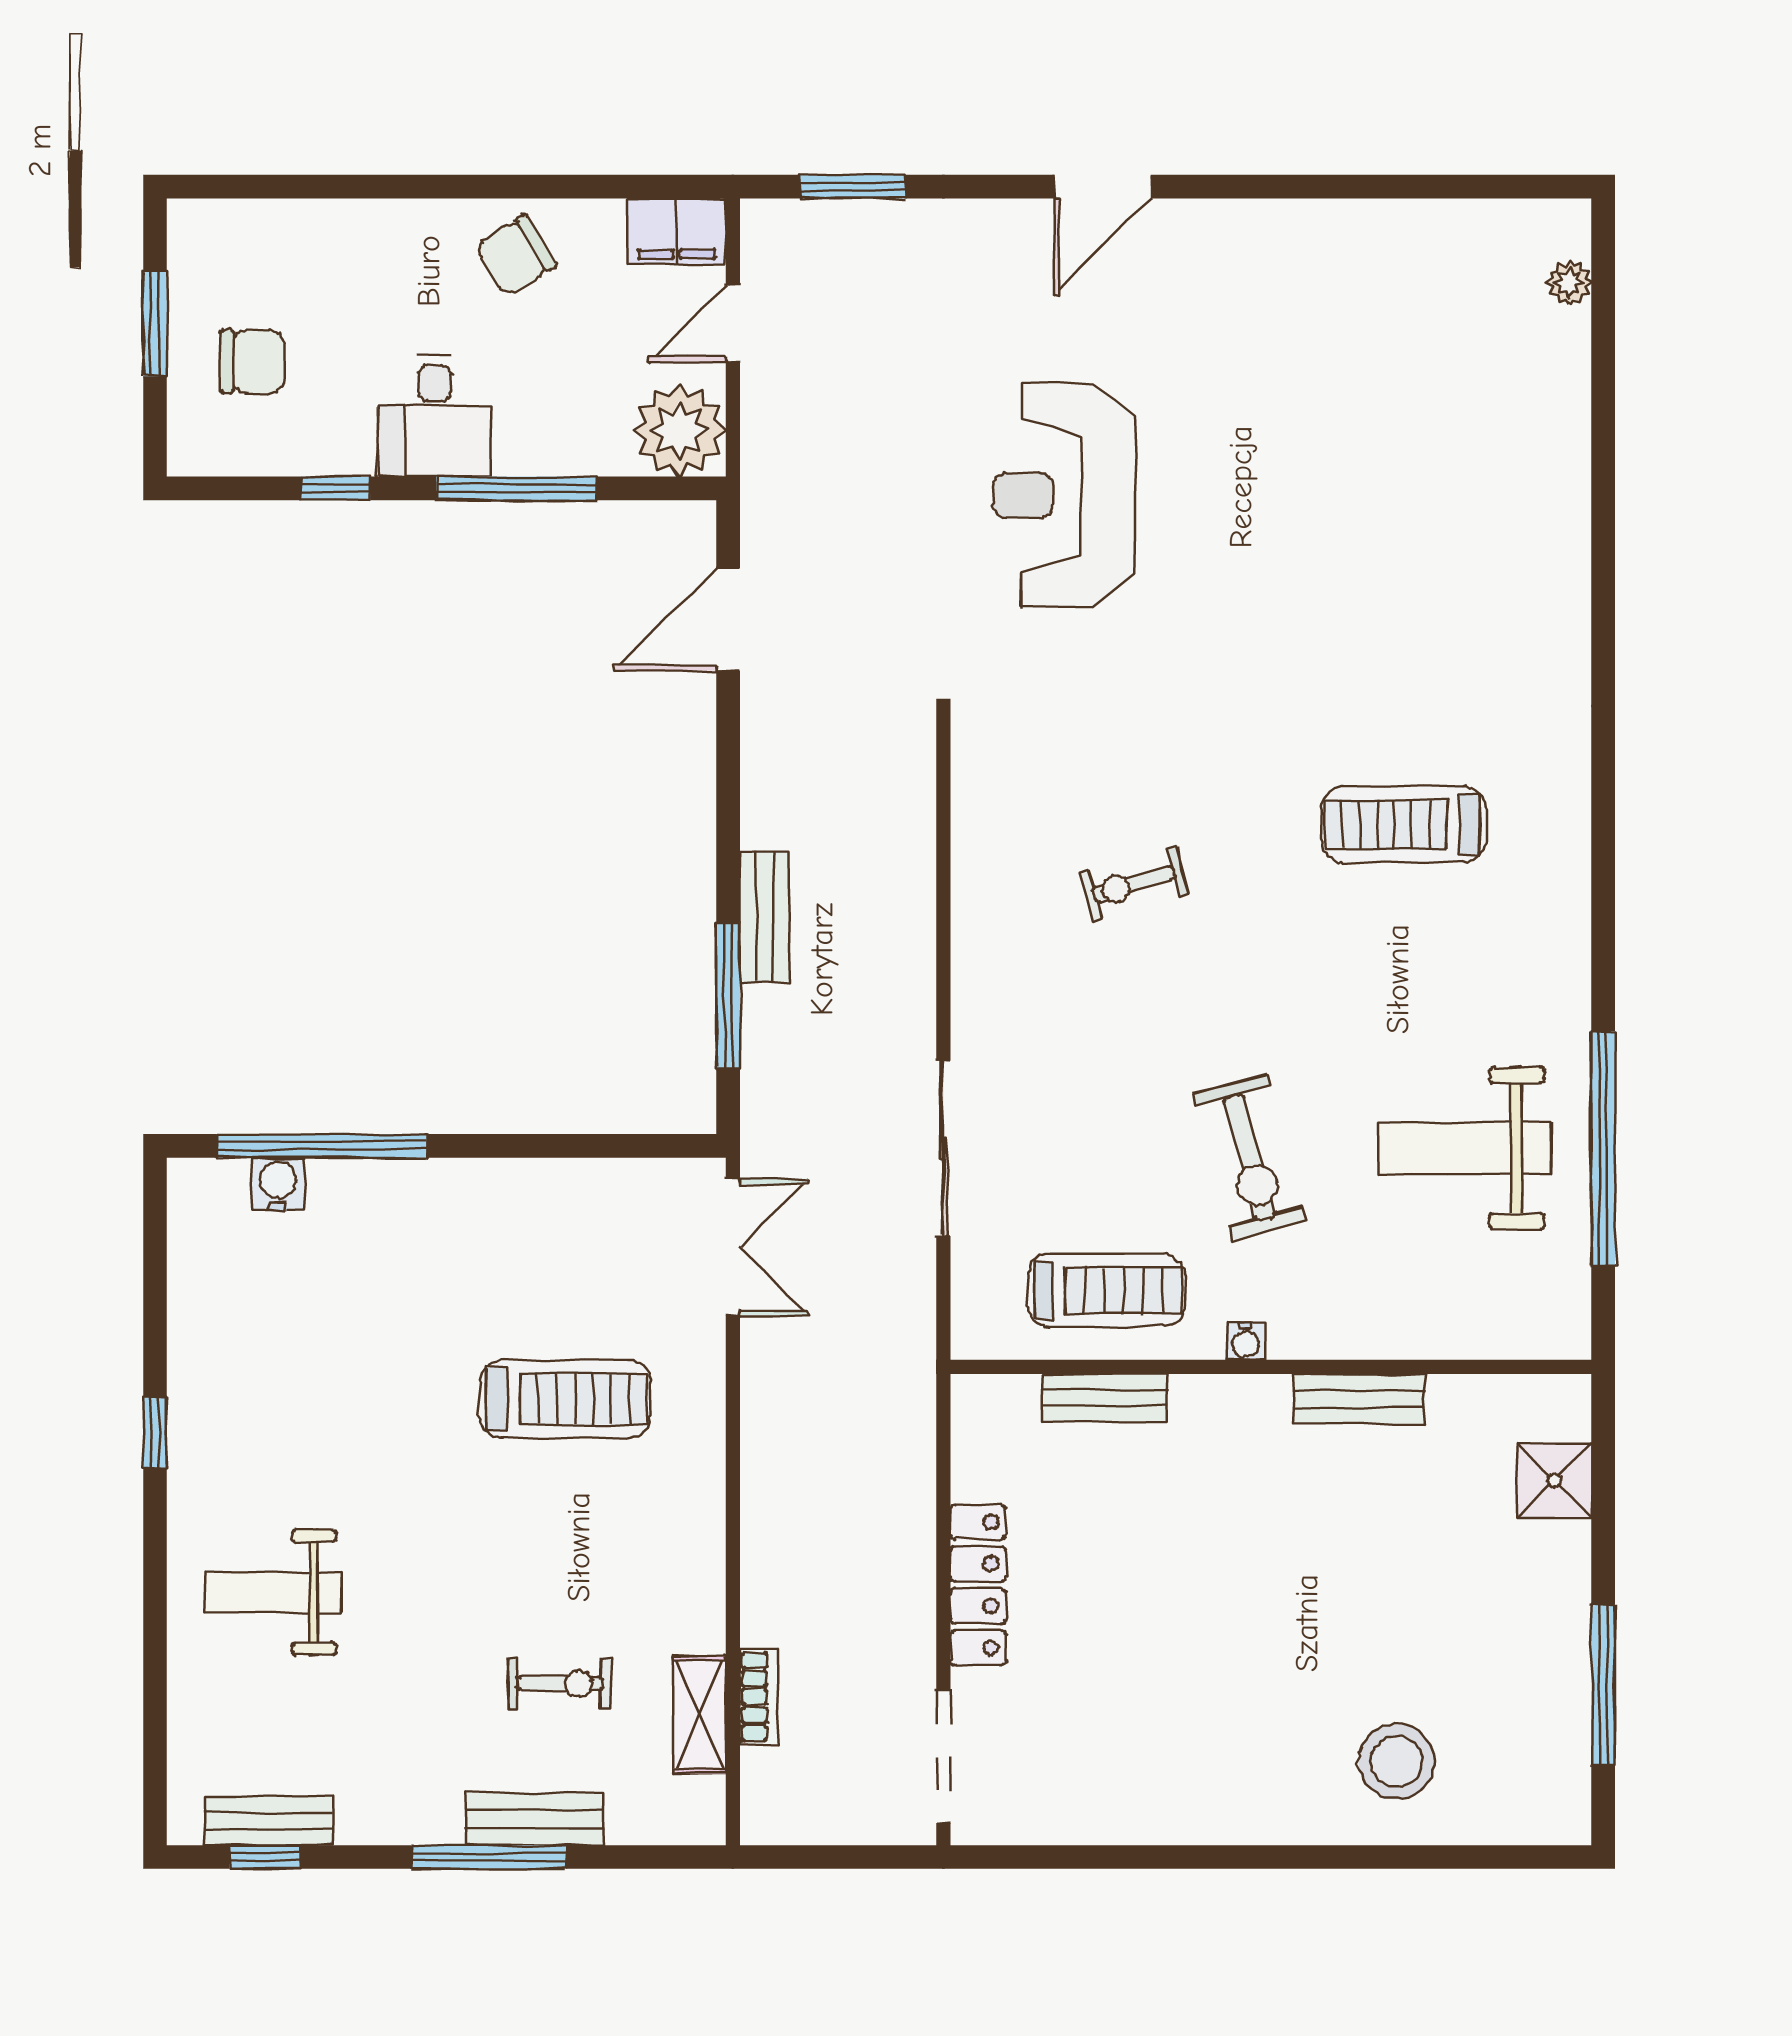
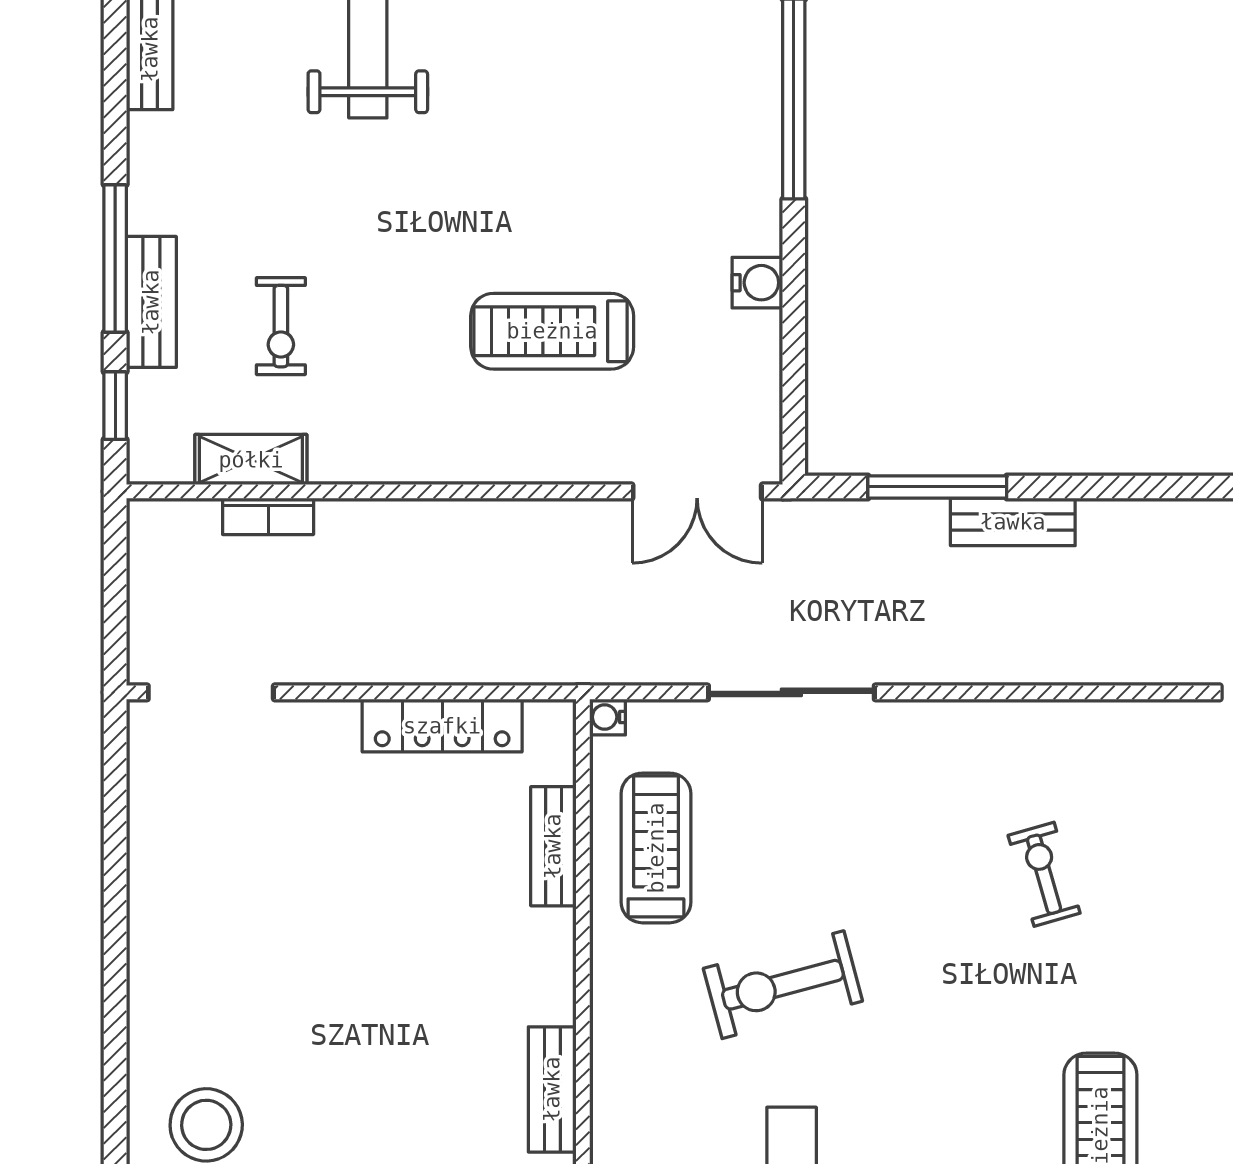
water cooler: (278, 1184) -> (757, 283), moved
treadmill: (1106, 1290) -> (656, 848), turned 180
water cooler: (1245, 1341) -> (607, 717), moved
treadmill: (565, 1399) -> (552, 331), turned 90
locker: (978, 1585) -> (442, 726), moved
window: (265, 1857) -> (115, 406), moved

